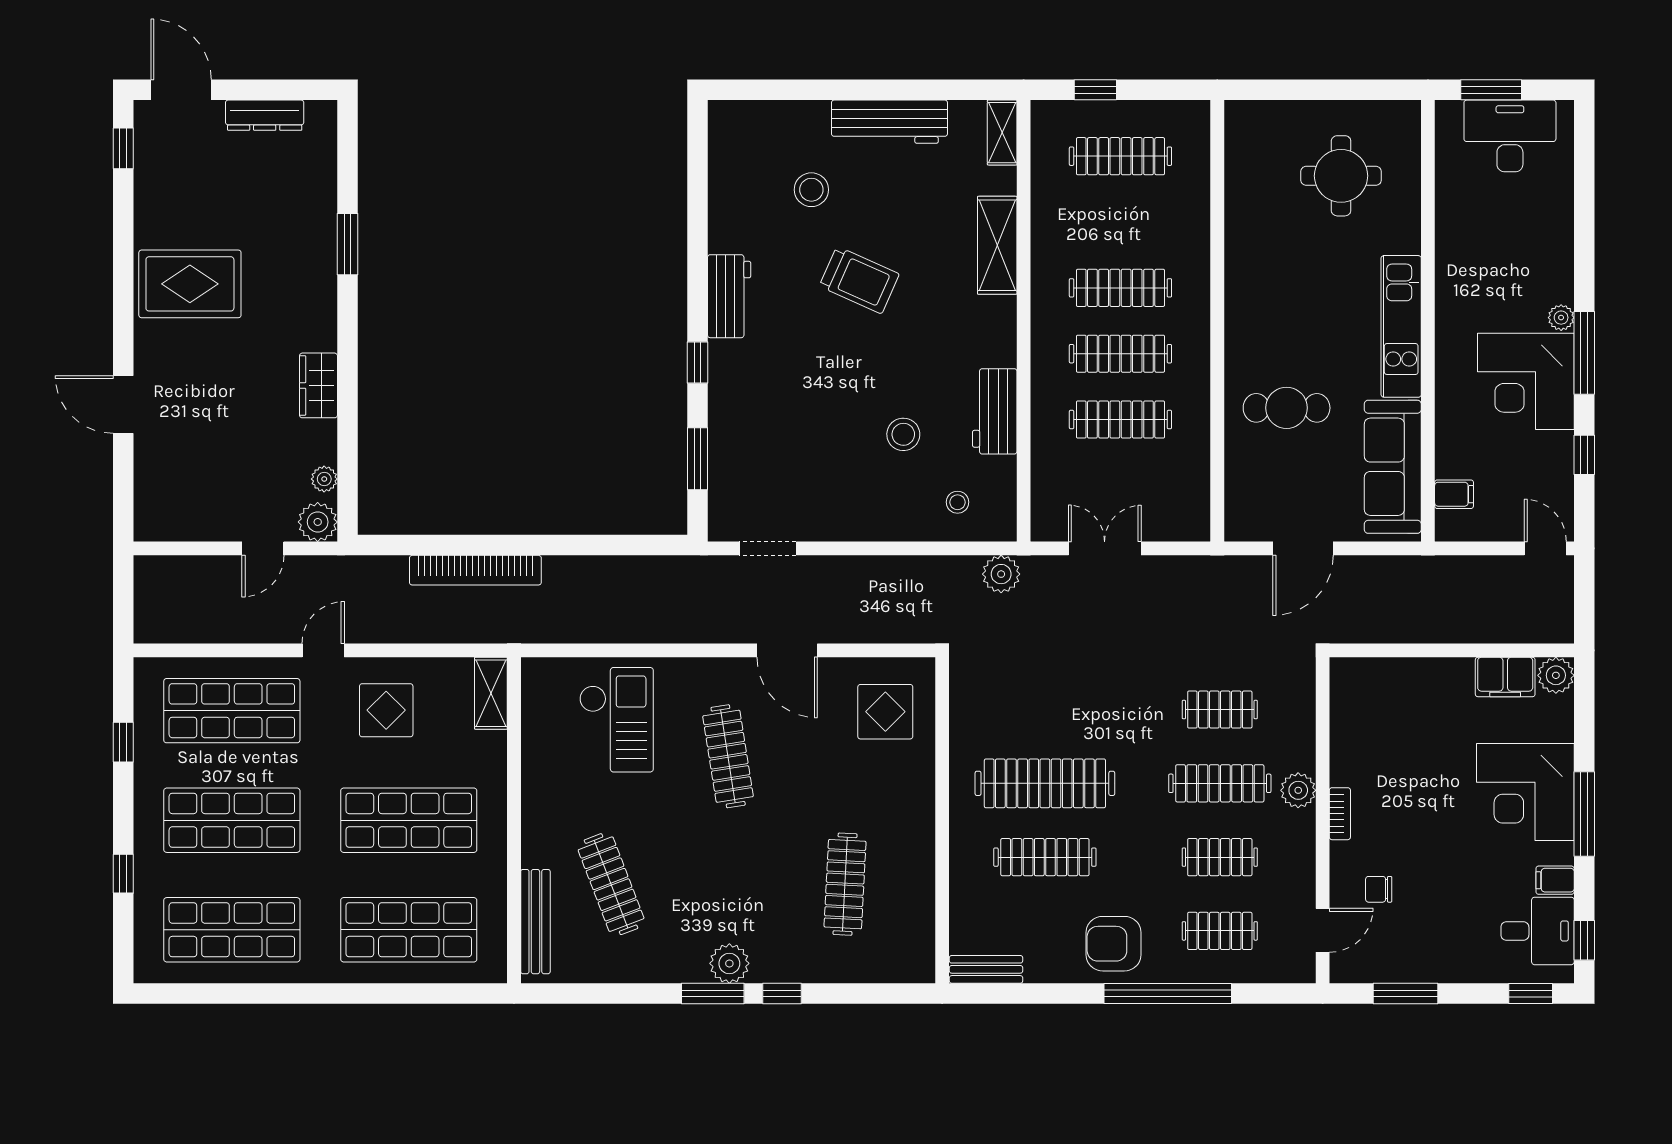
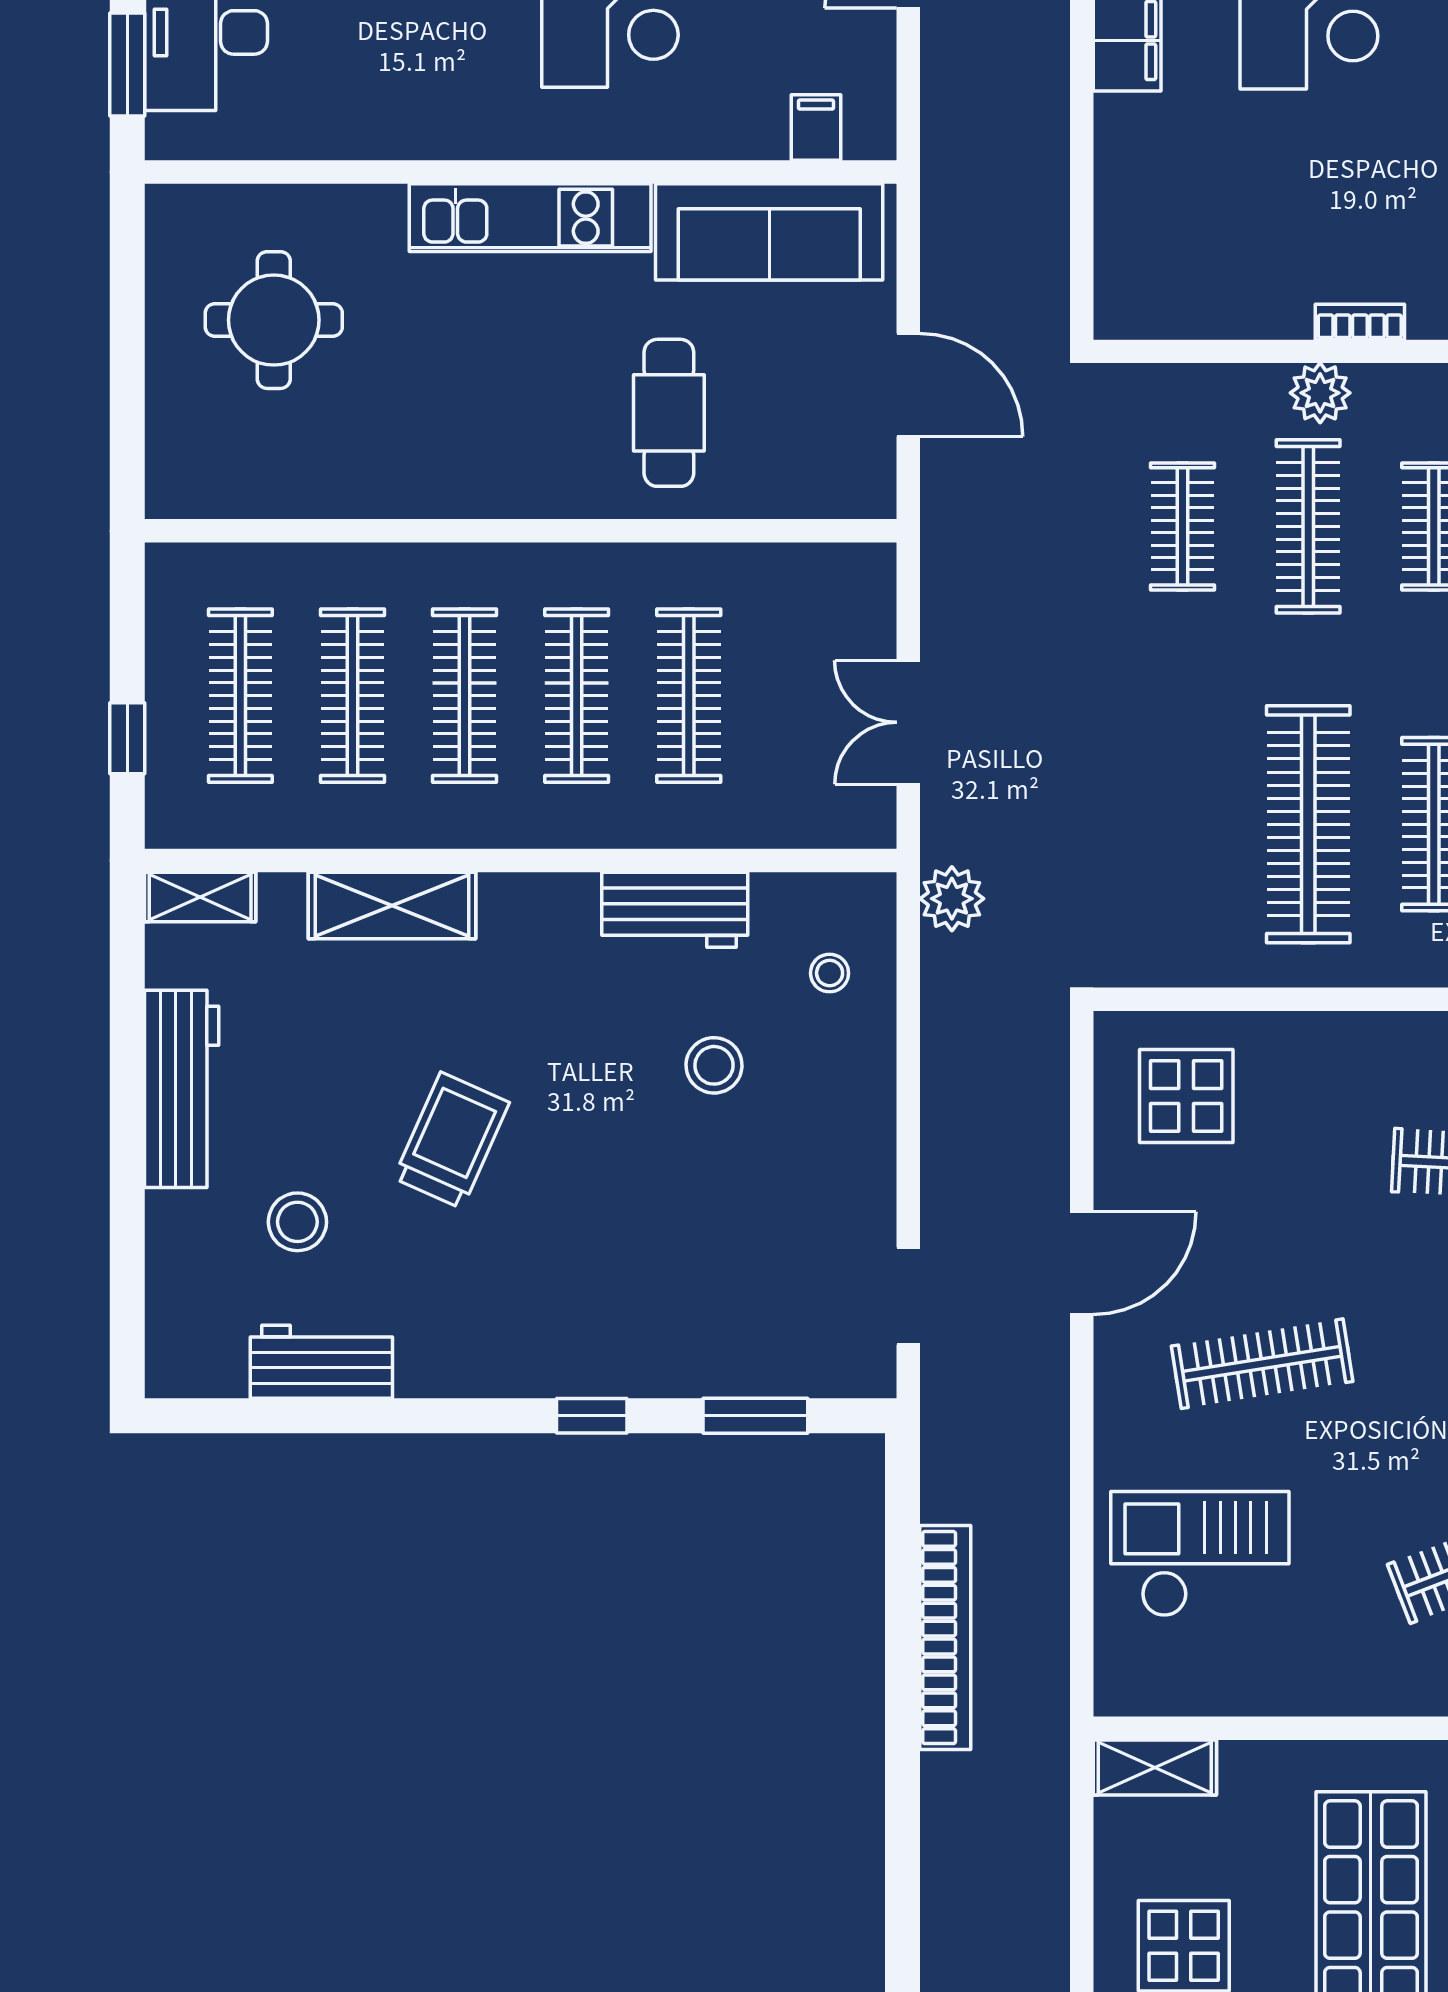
clothes rail: (1120, 222) -> (352, 696), added
workbench: (729, 296) -> (321, 1362), moved
bookcase: (475, 570) -> (945, 1638), moved

